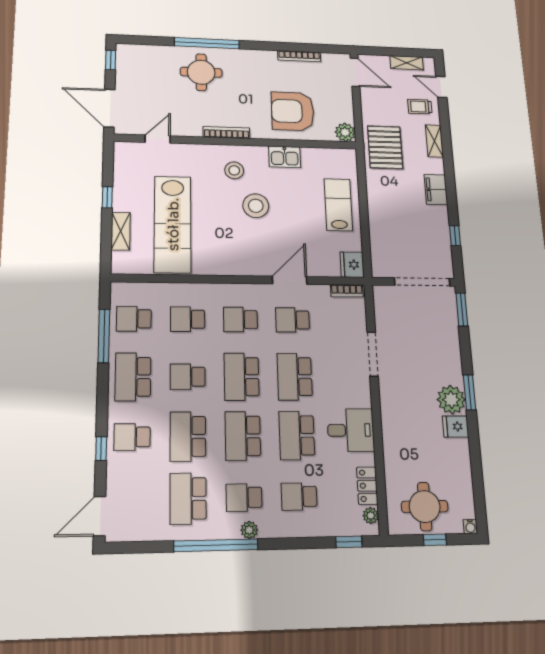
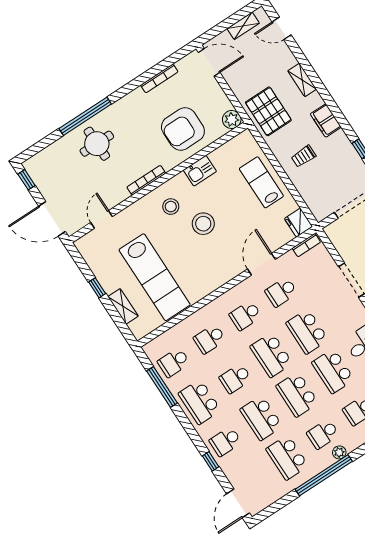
trolley: (420, 107) -> (304, 156), moved

